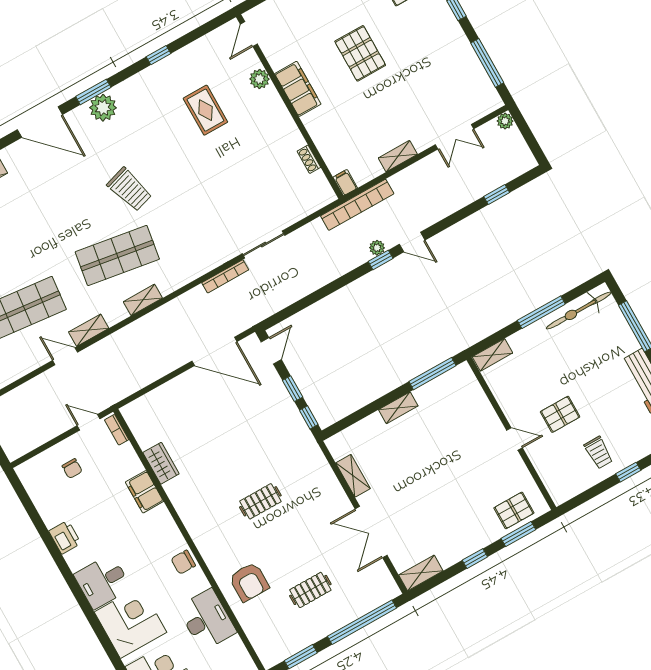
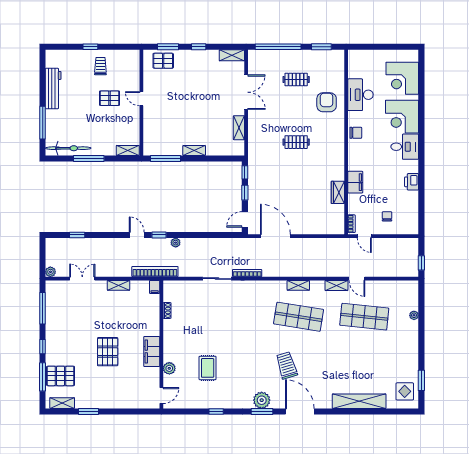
trolley: (129, 189) -> (287, 365), moved
plant: (377, 248) -> (176, 243), moved

